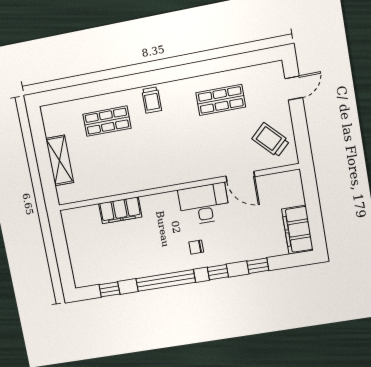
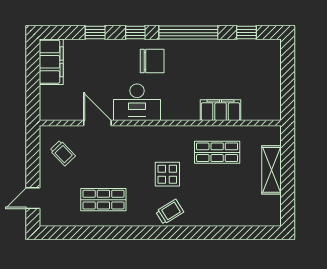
trolley: (152, 100) -> (170, 212), turned 58
shop shelf: (107, 121) -> (217, 152), moved
display table: (161, 138) -> (167, 174), added
trolley: (271, 140) -> (63, 153), width x0.73, depth x0.72
chair: (196, 247) -> (152, 61), width x1.87, depth x1.87

